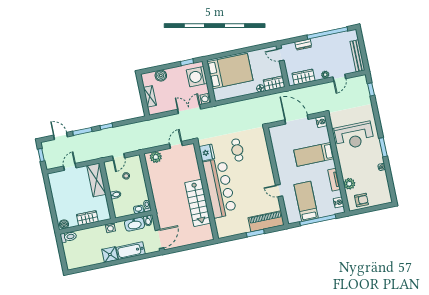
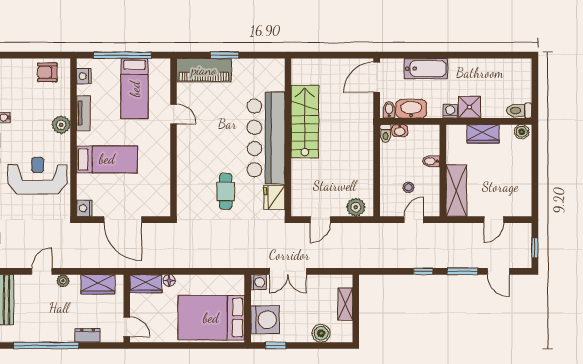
plant: (349, 184) -> (61, 125), moved
shower: (110, 254) -> (469, 107), moved

